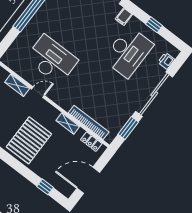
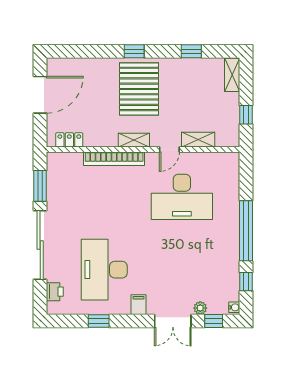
bookcase: (89, 122) -> (114, 159), moved
shelving: (68, 123) -> (134, 140), moved
window: (45, 187) -> (134, 51), moved

